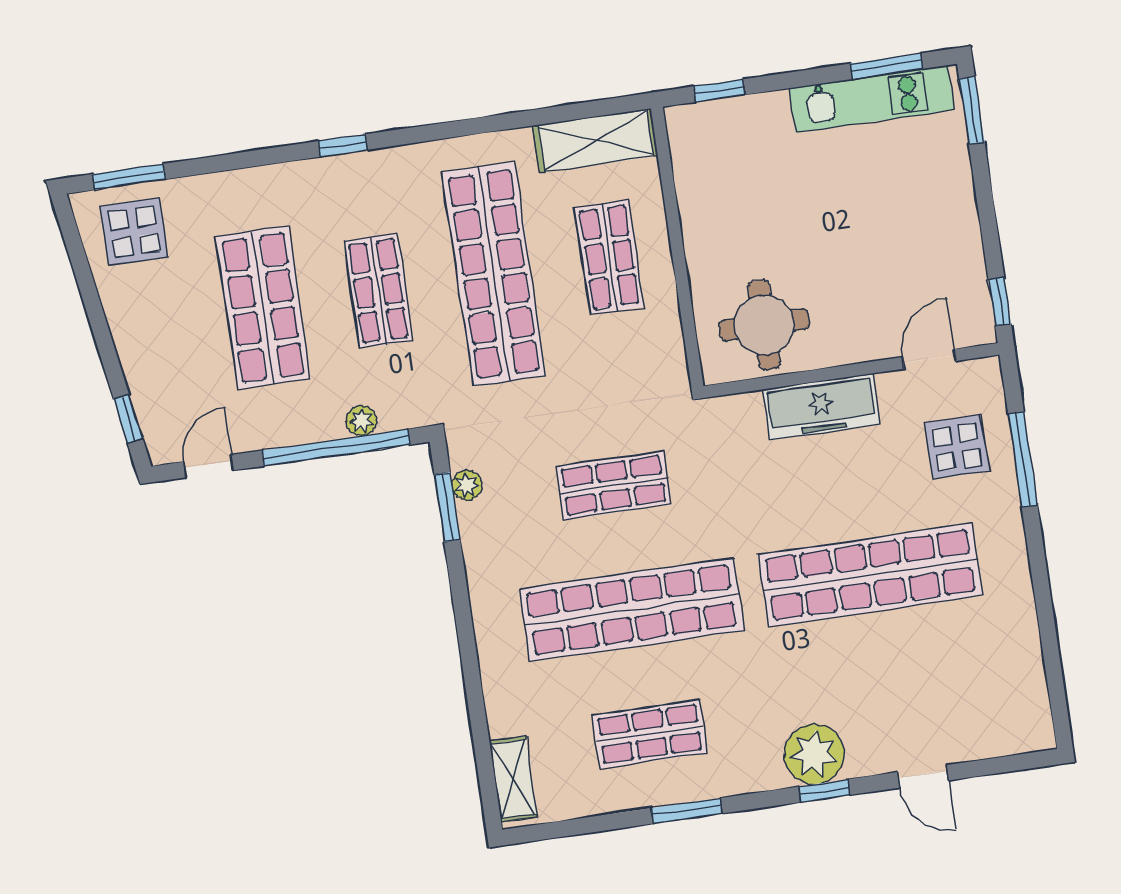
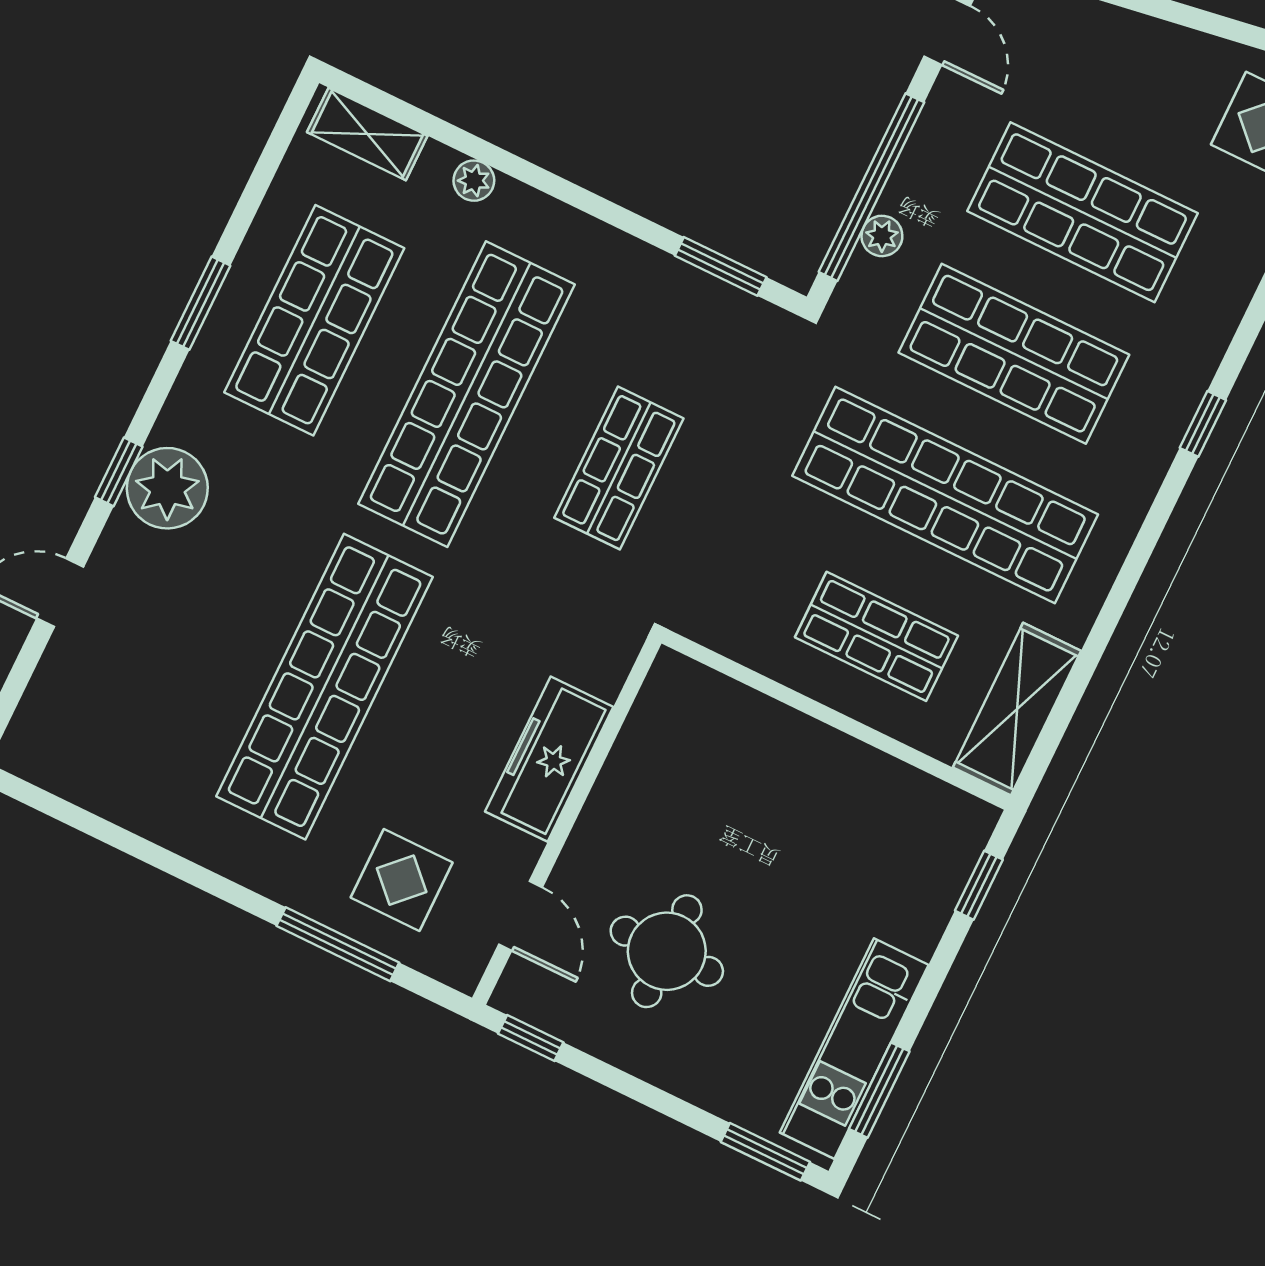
shop shelf: (379, 291) -> (1014, 354), width x1.43, depth x1.36
round table: (764, 325) -> (667, 951), moved
plant: (467, 485) -> (474, 181), moved
shop shelf: (650, 734) -> (314, 320), width x1.43, depth x1.36

